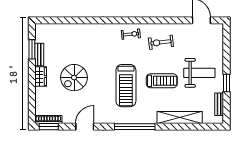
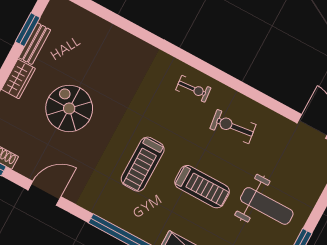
spiral stairs: (74, 78) -> (69, 108), turned 90
treadmill: (126, 86) -> (143, 164), width x0.73, depth x0.73

